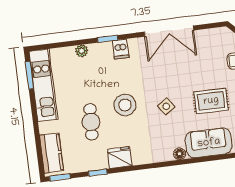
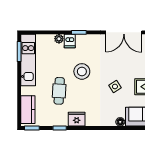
dishwasher: (121, 49) -> (70, 41), moved
stool: (125, 105) -> (82, 71), moved

